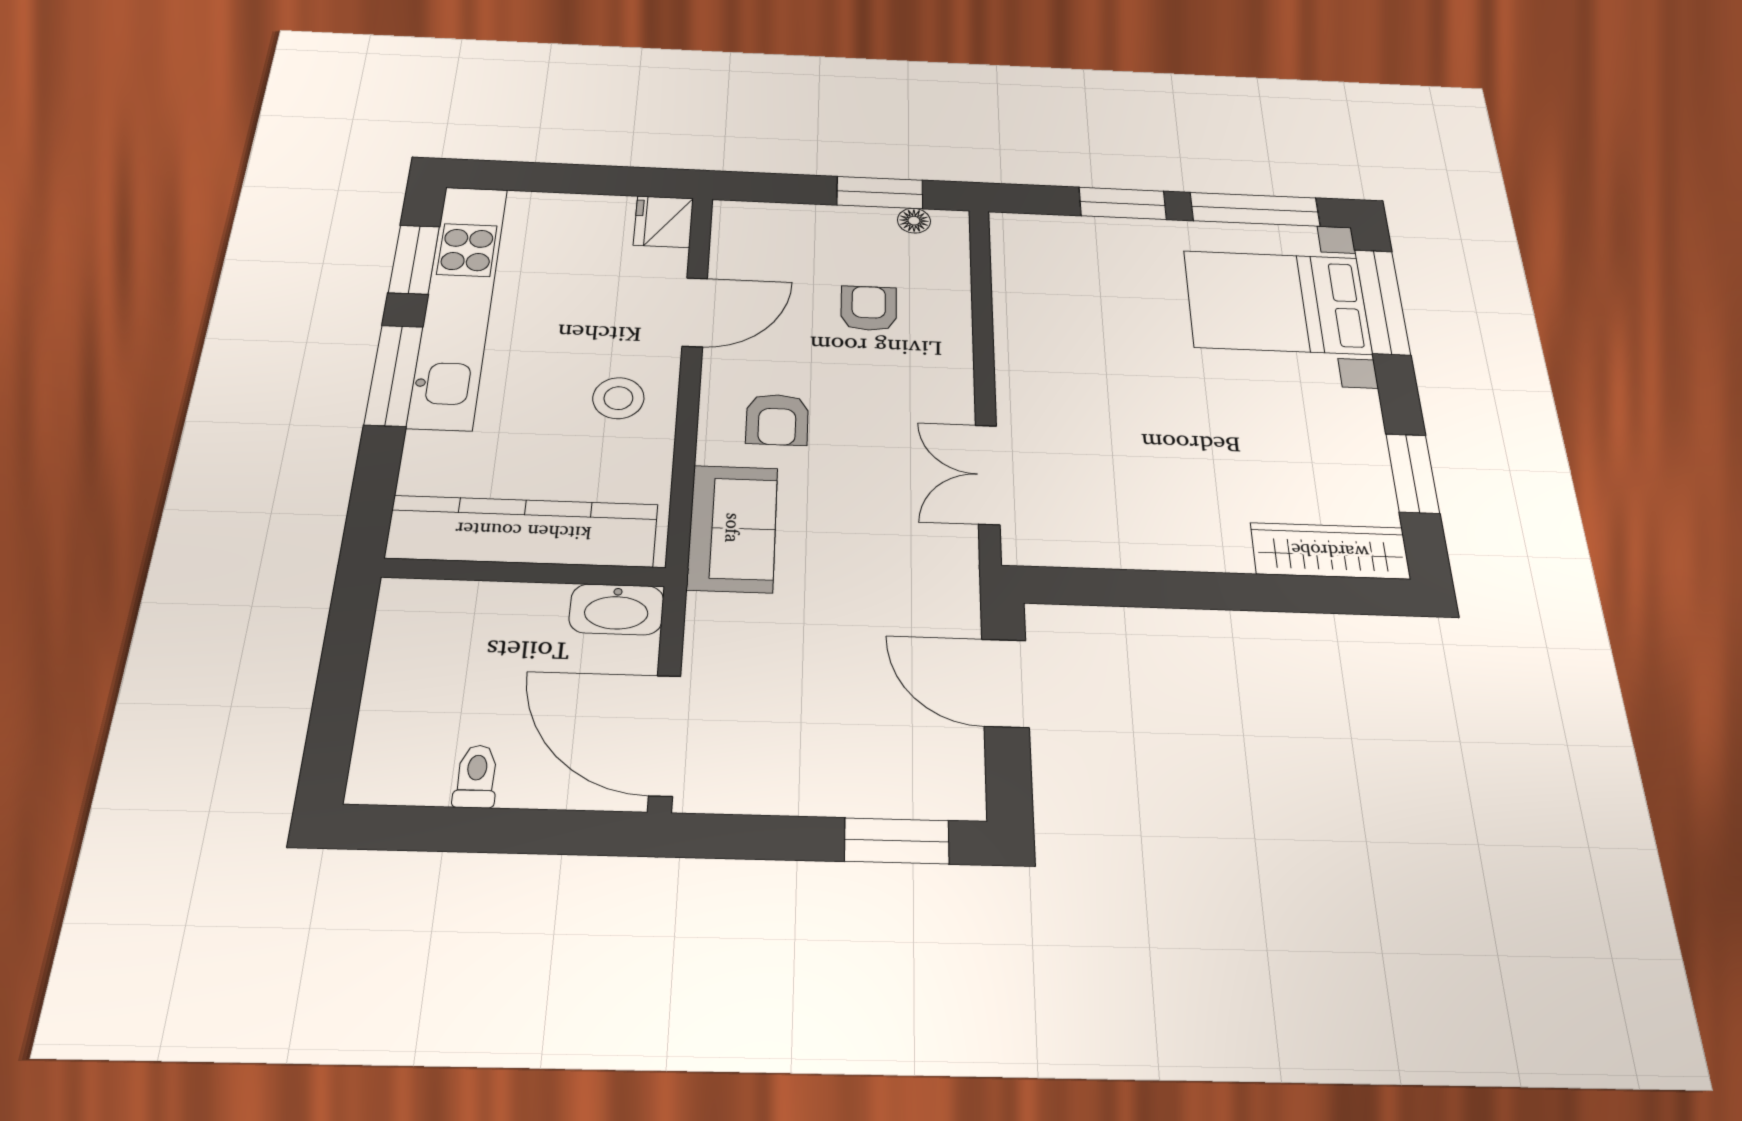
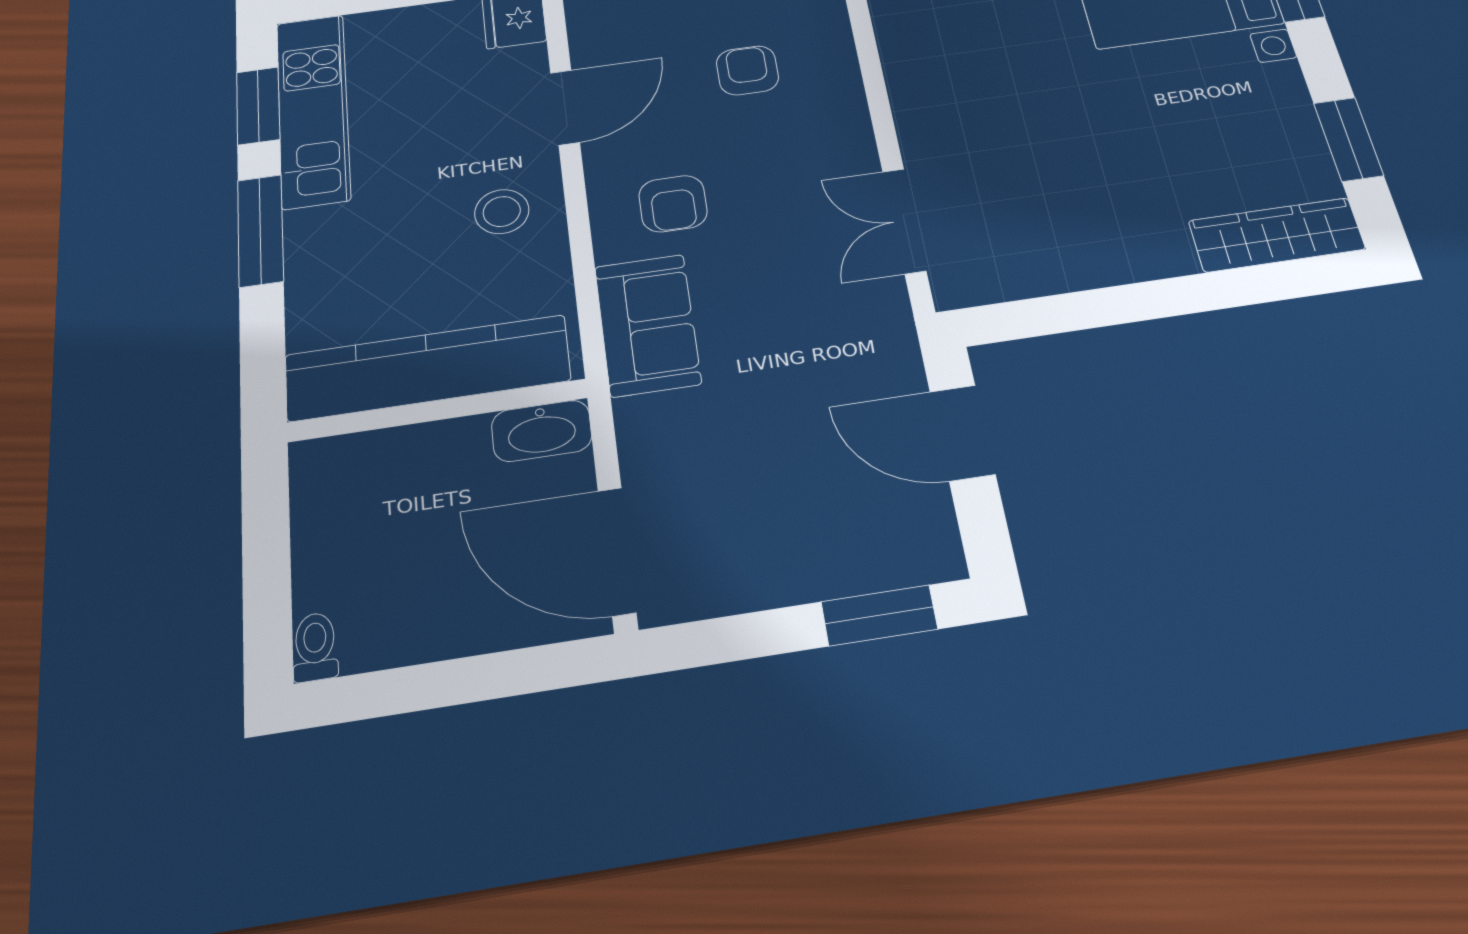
kitchen unit: (459, 304) -> (313, 110), width x0.73
toilet: (476, 776) -> (315, 647), moved

